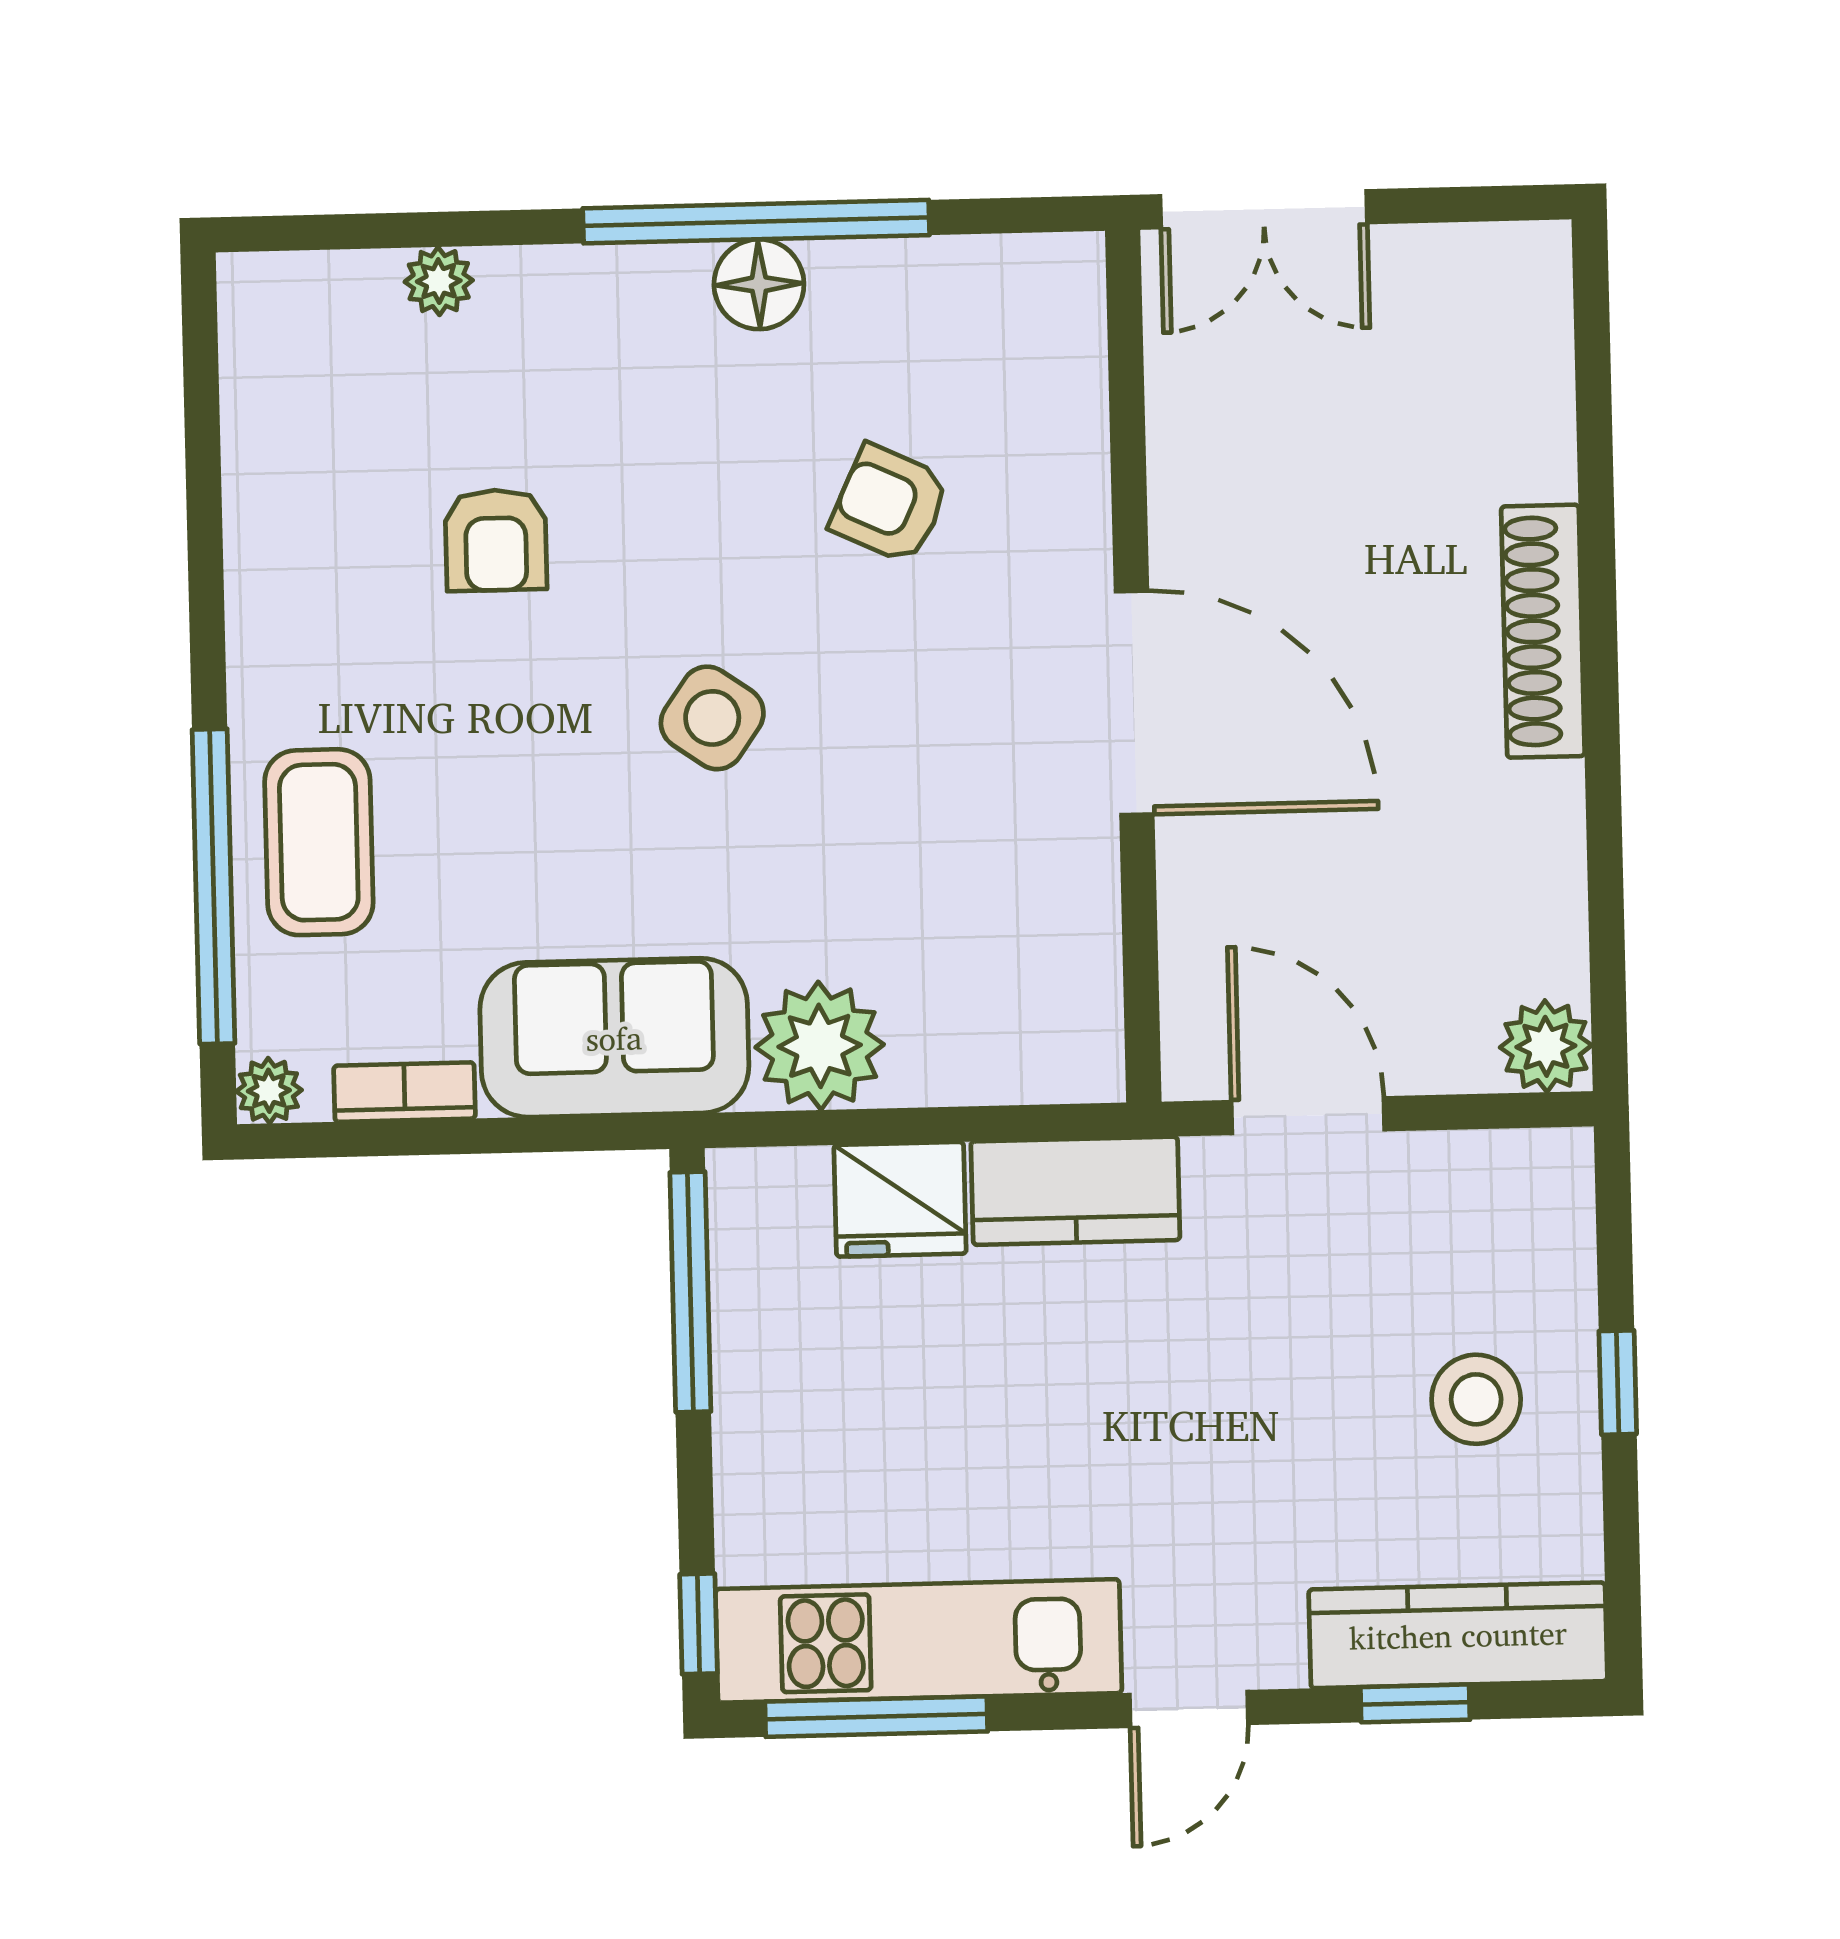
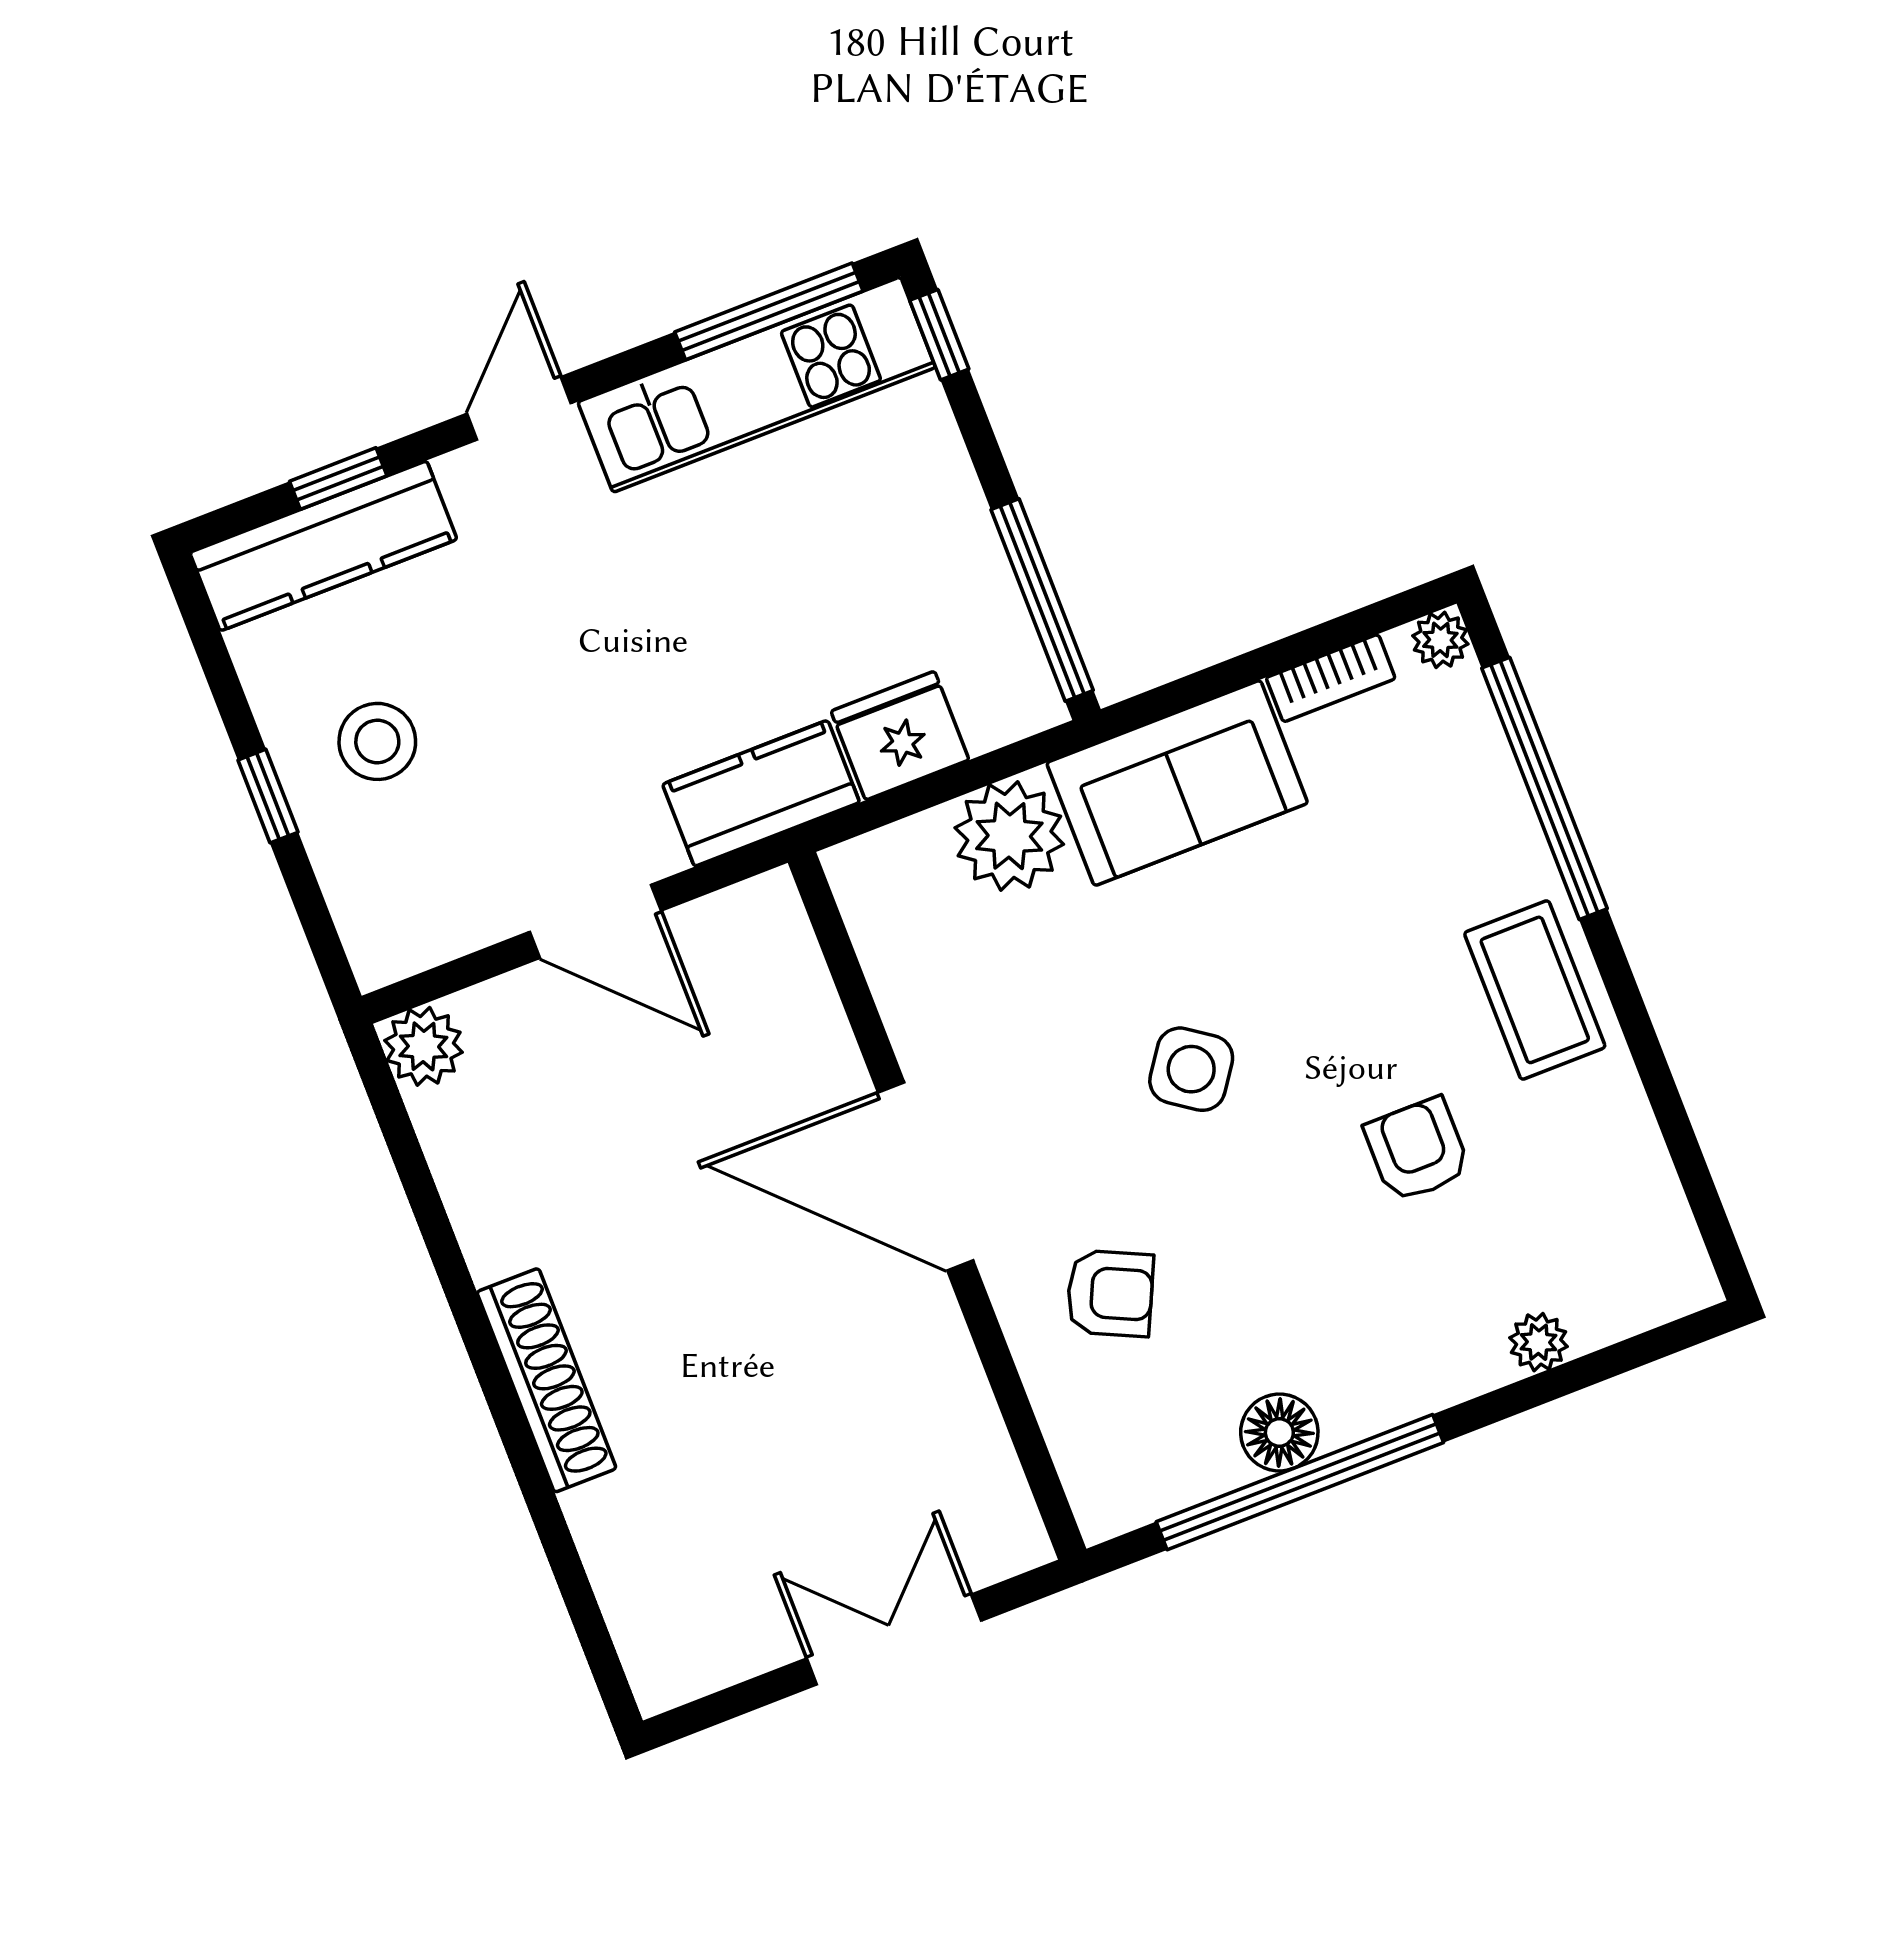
wall: (1133, 666) -> (937, 1206), moved
door: (1134, 703) -> (926, 1176), moved
coffee table: (319, 842) -> (1535, 990), moved

